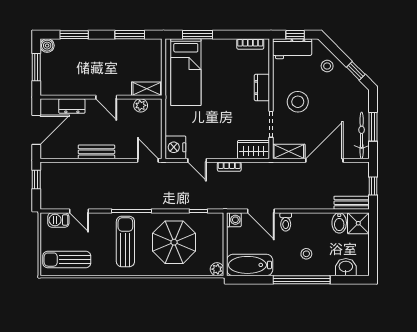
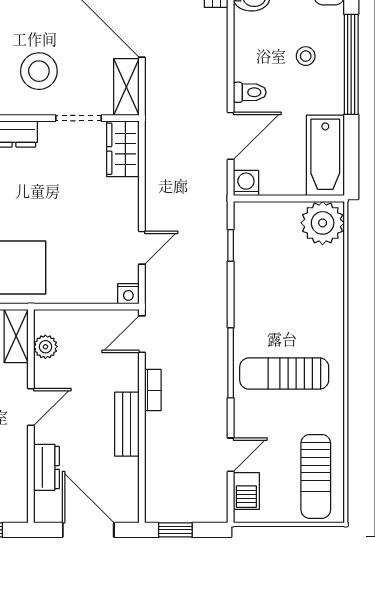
nightstand: (175, 147) -> (128, 294), width x0.53, depth x0.56
bookcase: (229, 167) -> (153, 390), moved
parasol: (174, 242) -> (285, 288), removed
plant: (217, 269) -> (323, 223), width x1.87, depth x1.87

